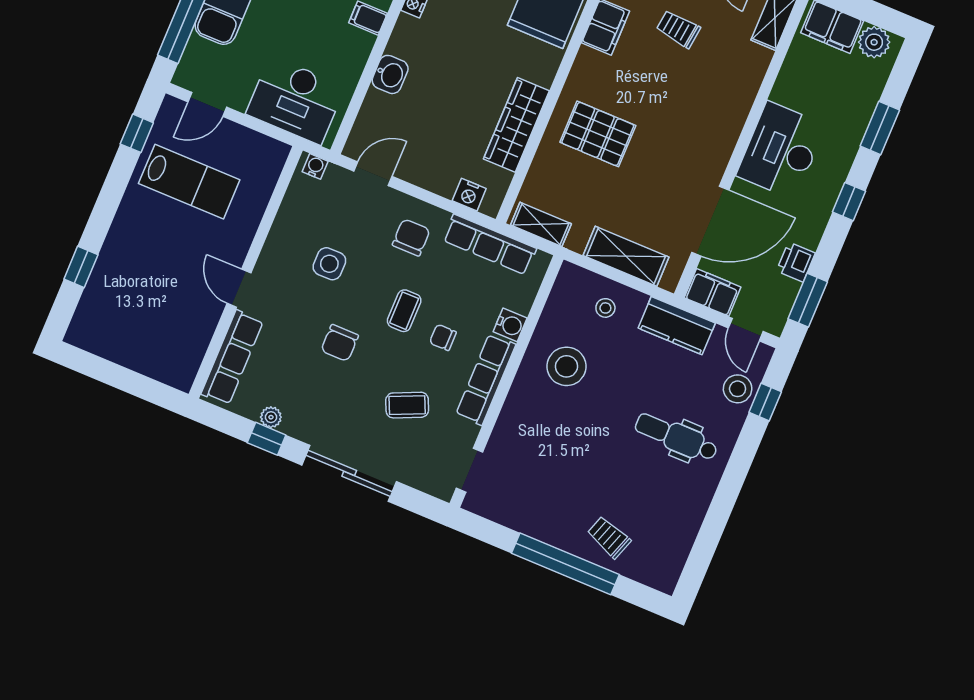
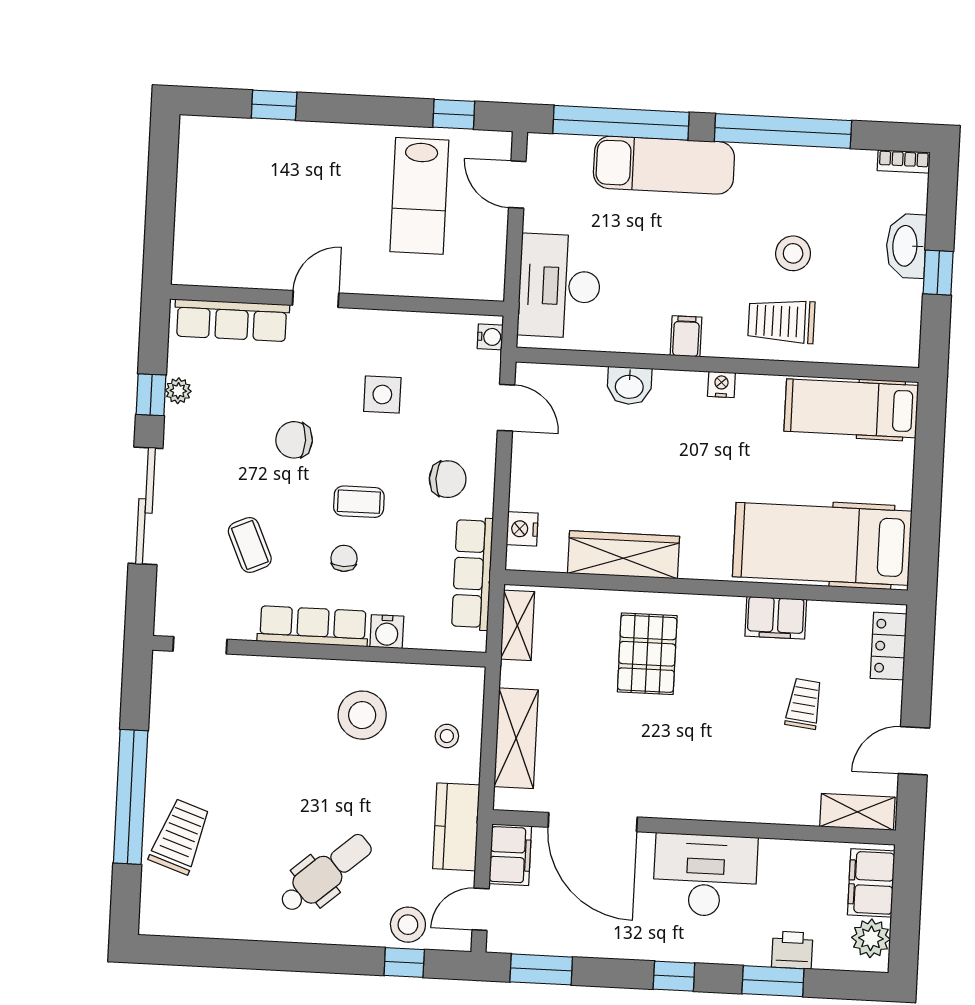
printer: (796, 262) -> (792, 950), moved
dental chair: (676, 437) -> (326, 873), turned 49
trolley: (609, 537) -> (180, 837), width x1.36, depth x1.39

